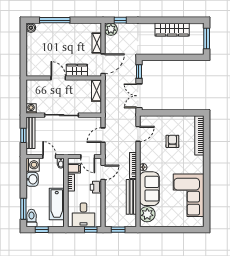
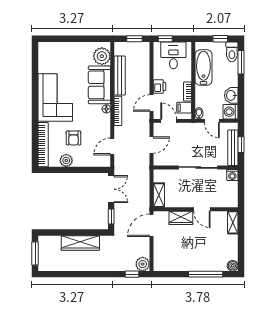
wardrobe: (172, 29) -> (80, 243), moved, turned 180
shelving: (97, 43) -> (233, 222), moved
plant: (179, 121) -> (66, 160), added
corner sofa: (189, 195) -> (55, 98), moved

